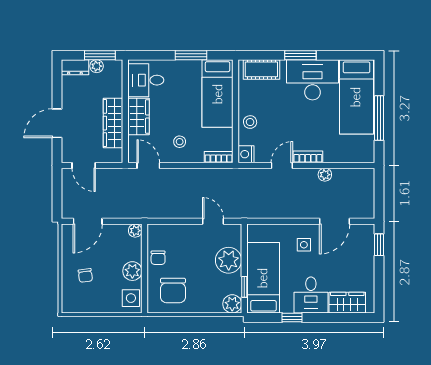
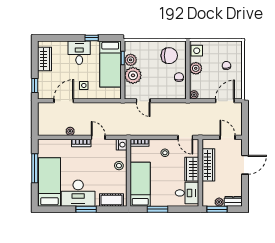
door: (282, 165) -> (98, 137), swing flipped
chair: (173, 291) -> (169, 56), turned 90
wardrobe: (347, 303) -> (45, 59), moved, turned -90
plant: (232, 304) -> (131, 60), moved

